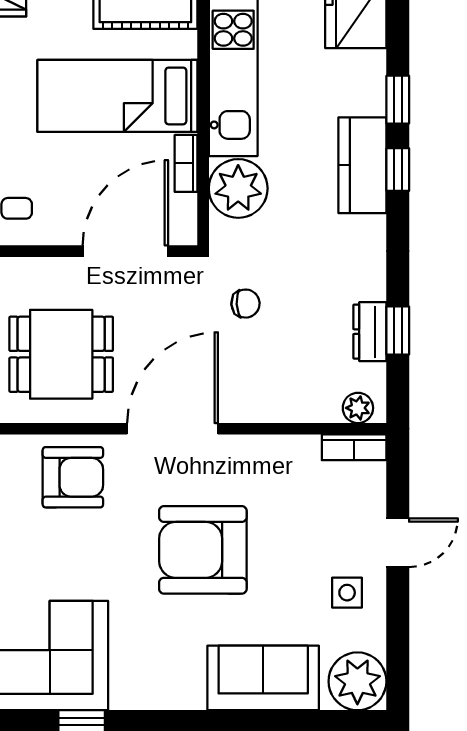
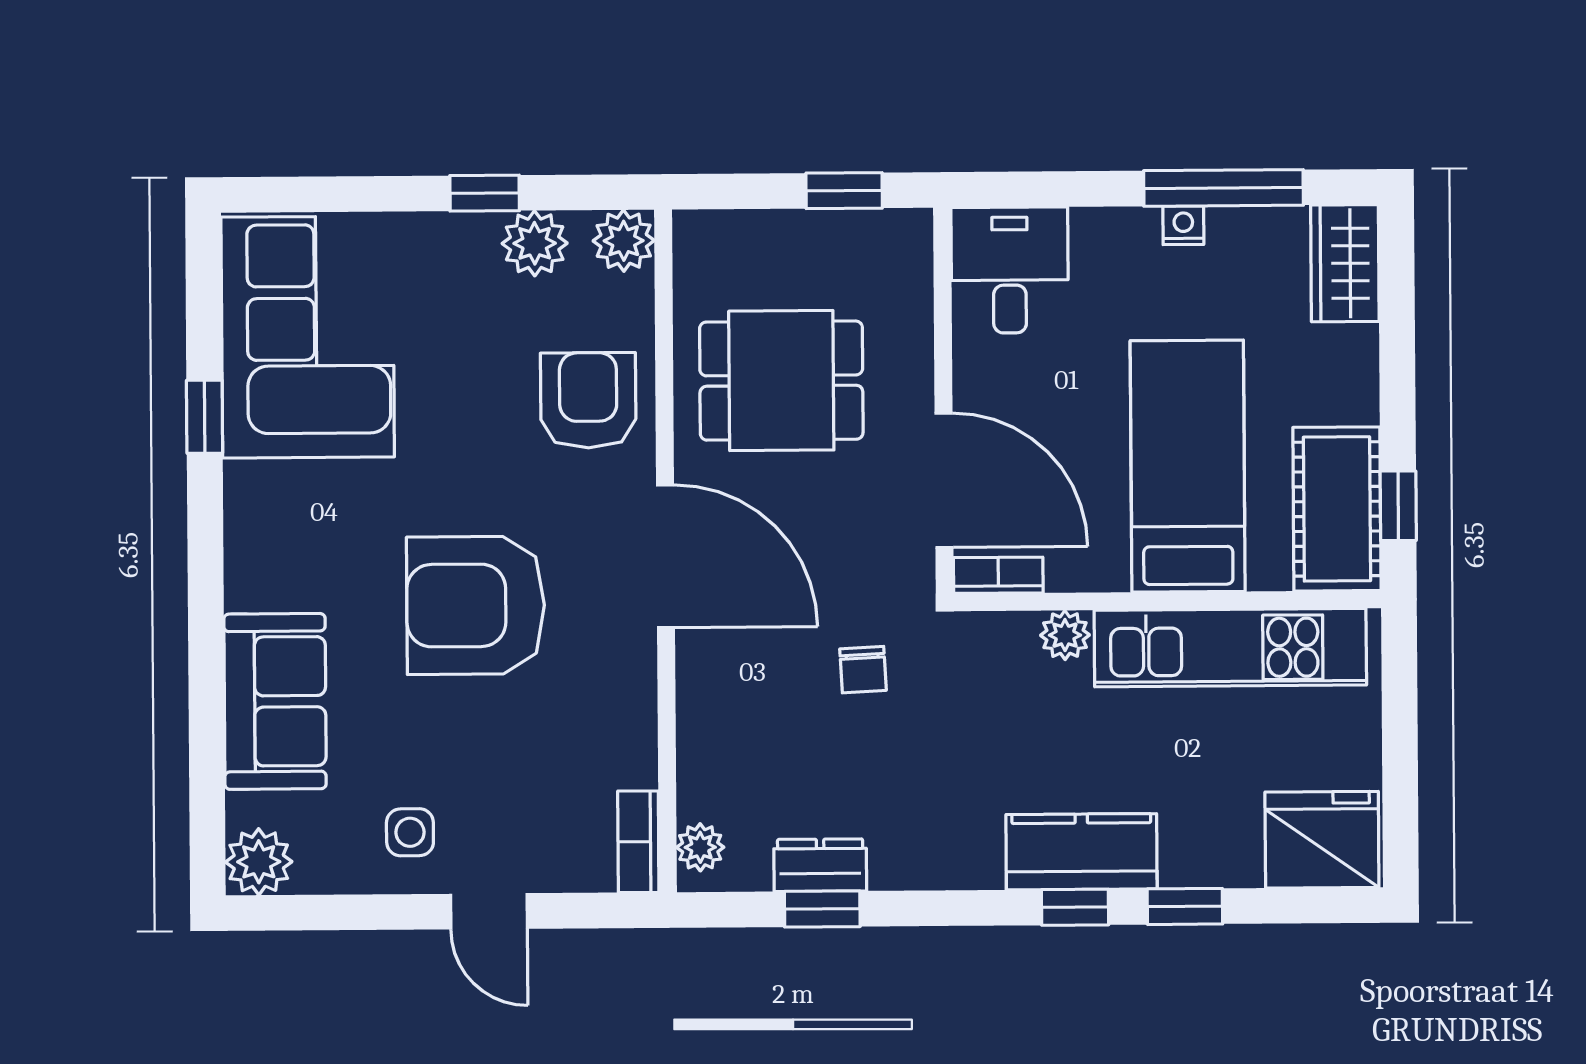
bookcase: (186, 163) -> (998, 575), moved
plant: (238, 188) -> (1065, 635), width x0.53, depth x0.53
dining table: (61, 354) -> (781, 381), turned 90
armchair: (73, 477) -> (588, 400), turned 180
armchair: (203, 550) -> (476, 605), turned -90
plant: (357, 681) -> (259, 862), width x0.73, depth x0.73

